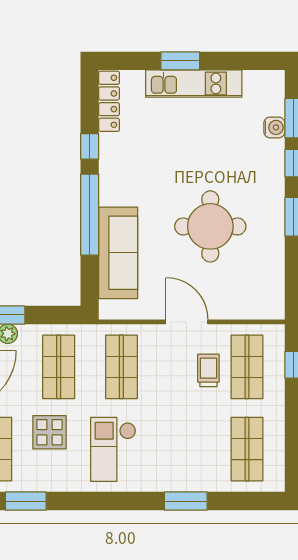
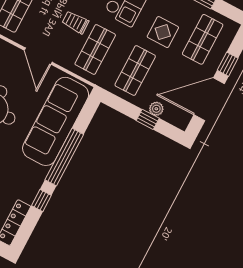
sofa: (118, 253) -> (56, 121), width x1.36, depth x1.27
trolley: (208, 370) -> (75, 22), moved, turned 90

